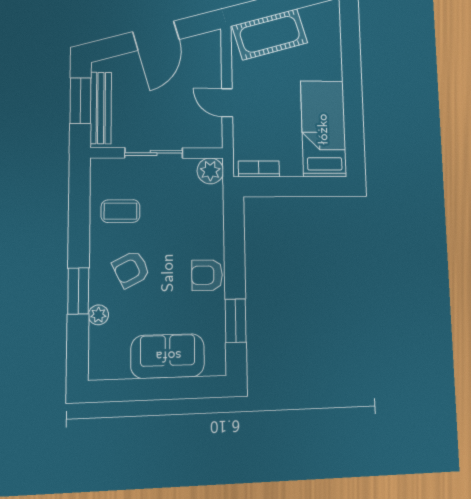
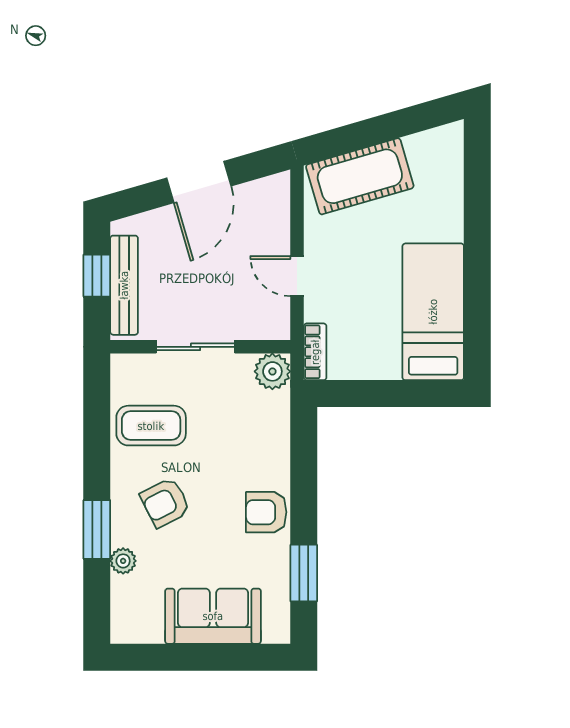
window: (80, 101) -> (97, 276), width x0.67
bookcase: (259, 169) -> (315, 352), moved, turned 90
coffee table: (120, 211) -> (151, 426), width x1.36, depth x1.30

